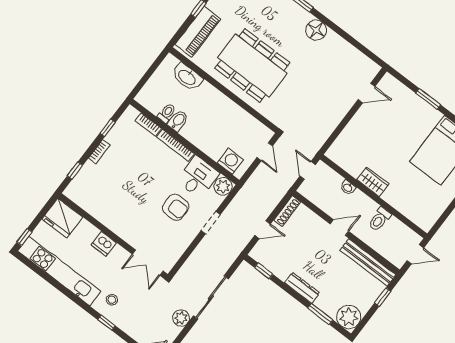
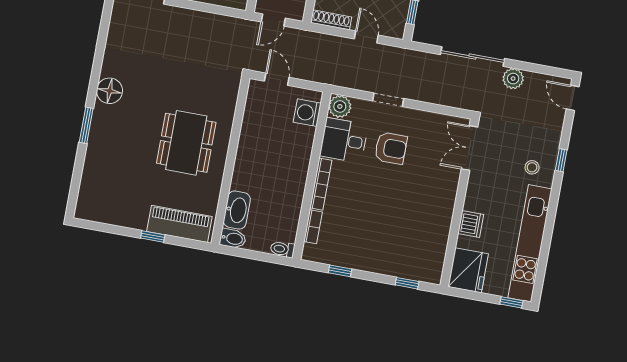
dining table: (252, 65) -> (186, 143), width x0.73, depth x0.80
toilet: (167, 113) -> (283, 249), moved
bidet: (178, 121) -> (233, 239), moved, turned 180
bookcase: (99, 152) -> (372, 267), removed
door: (265, 152) -> (277, 79), hinge flipped
armchair: (176, 207) -> (391, 148), turned 90
dishwasher: (104, 244) -> (471, 224), moved
double door: (148, 263) -> (469, 148), swing flipped

